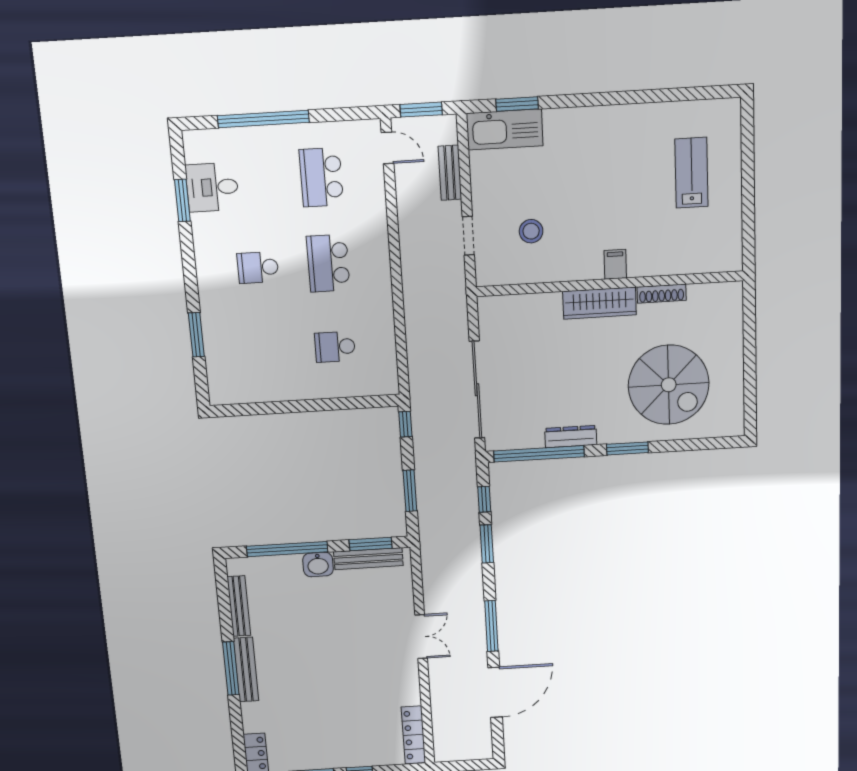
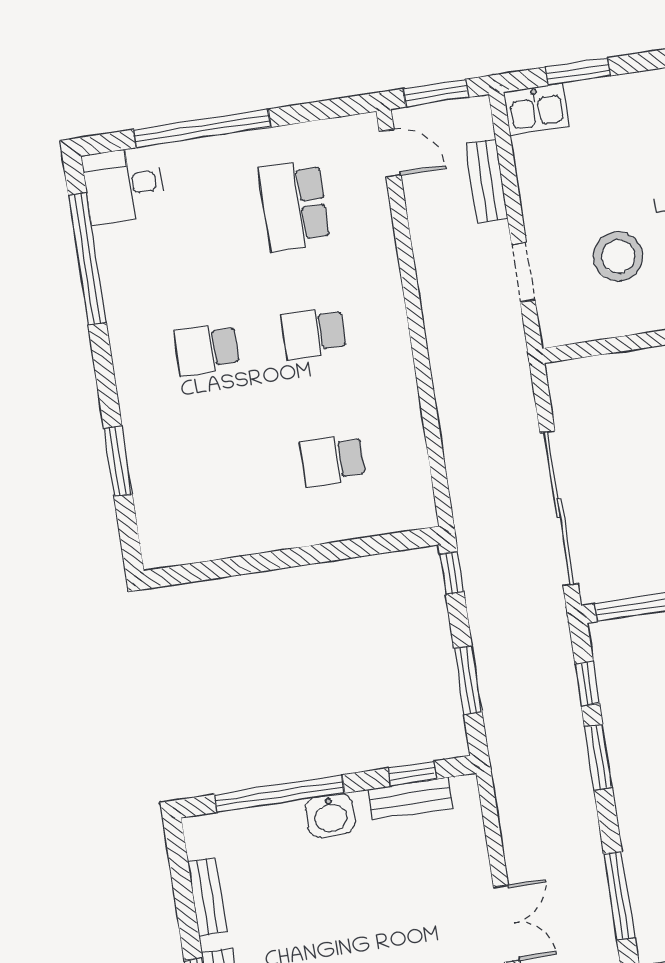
kitchen sink: (505, 130) -> (536, 109), width x0.53, depth x0.81
desk: (212, 187) -> (124, 185), moved
window: (182, 200) -> (87, 259), width x2.11
stool: (531, 231) -> (618, 256), width x1.38, depth x1.38
school desk: (328, 263) -> (313, 333), width x0.54
window: (371, 544) -> (412, 774), width x0.67
bench: (368, 559) -> (410, 798), width x0.73
bench: (239, 606) -> (207, 897), width x0.73

